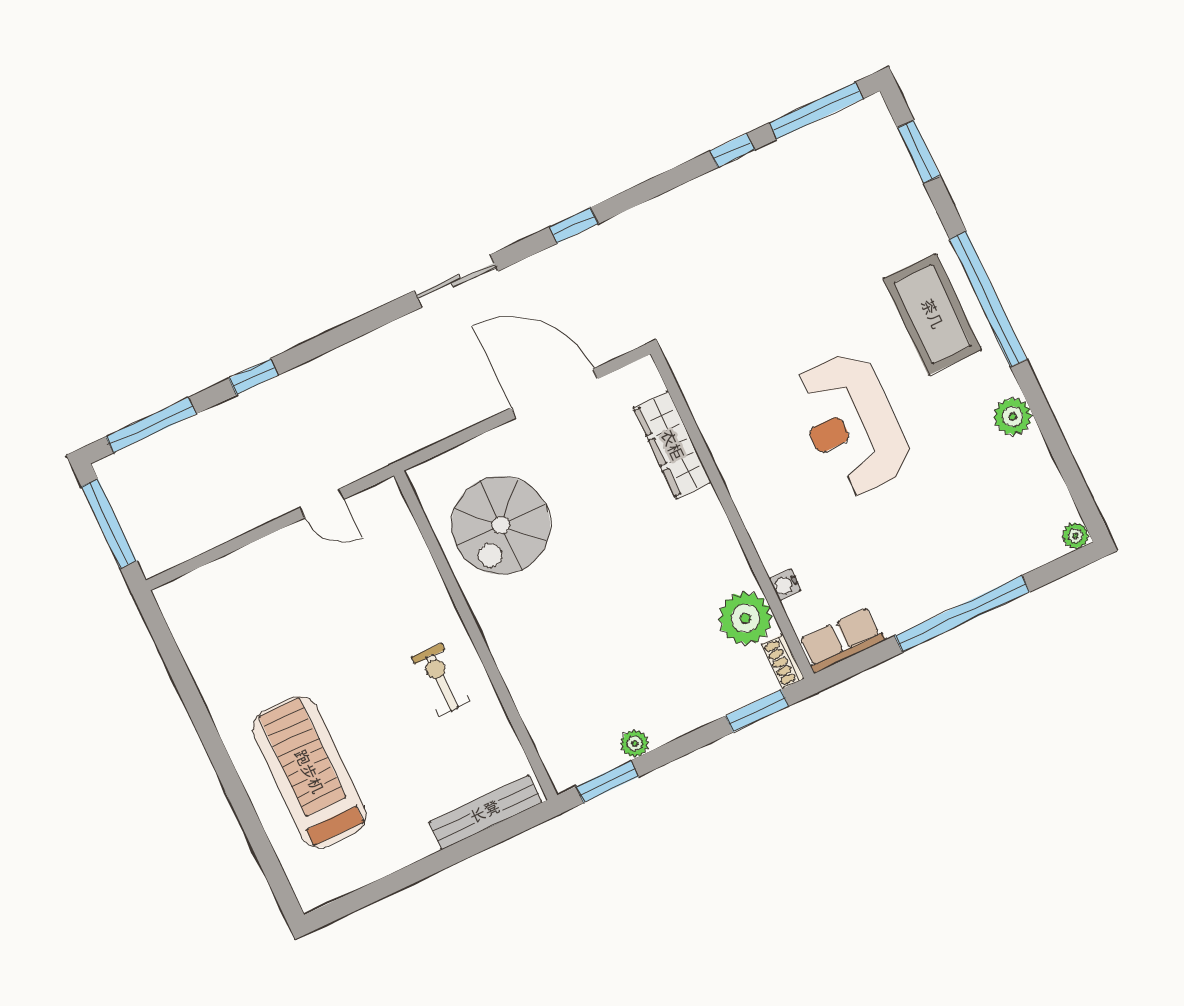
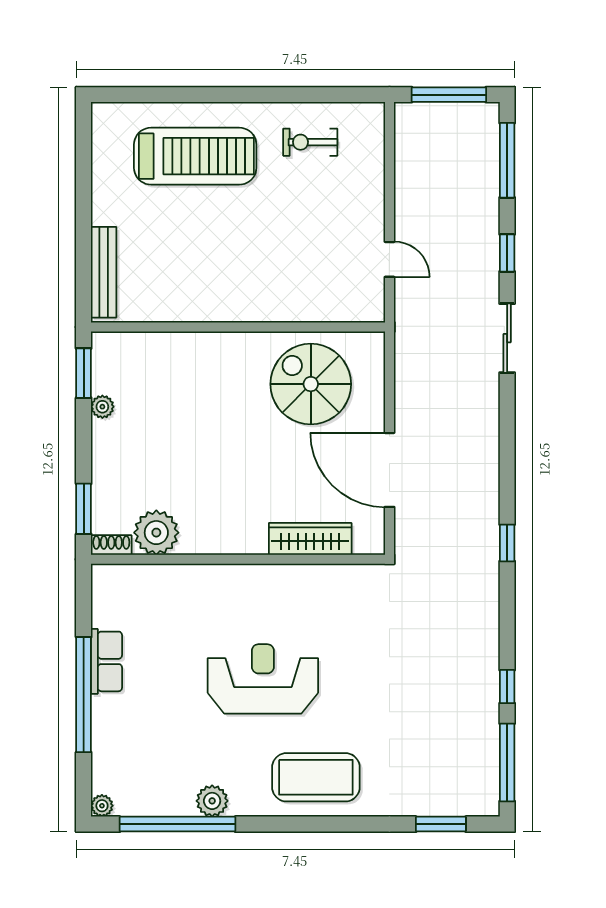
sliding door: (456, 281) -> (507, 338), moved
window: (988, 299) -> (177, 824), moved
door: (554, 393) -> (389, 470), swing flipped
door: (322, 503) -> (389, 259), swing flipped
water cooler: (785, 585) -> (167, 574), removed
row of seats: (842, 640) -> (106, 661), moved
exercise bike: (441, 680) -> (310, 142), moved, turned 180

